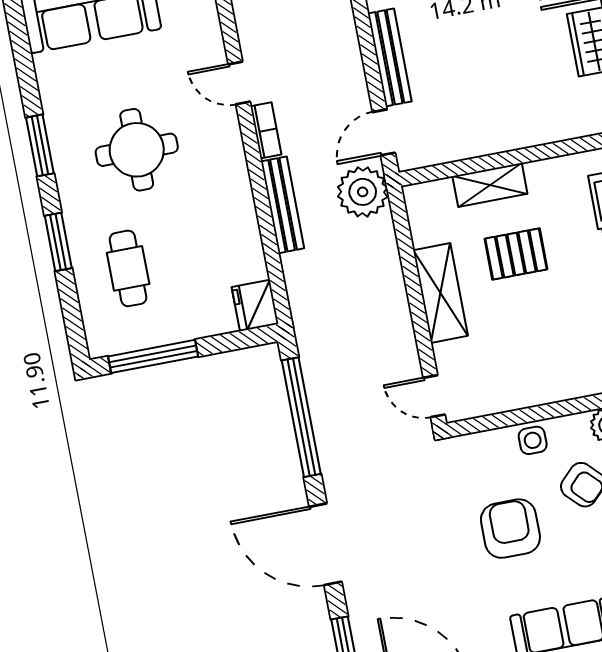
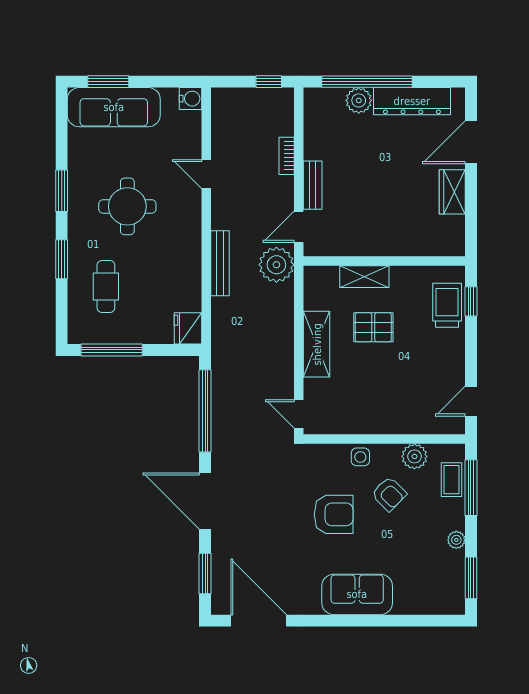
bench: (390, 57) -> (313, 185), width x0.73
bookcase: (266, 130) -> (287, 156), moved, turned 180
armchair: (510, 529) -> (334, 514), turned 90

